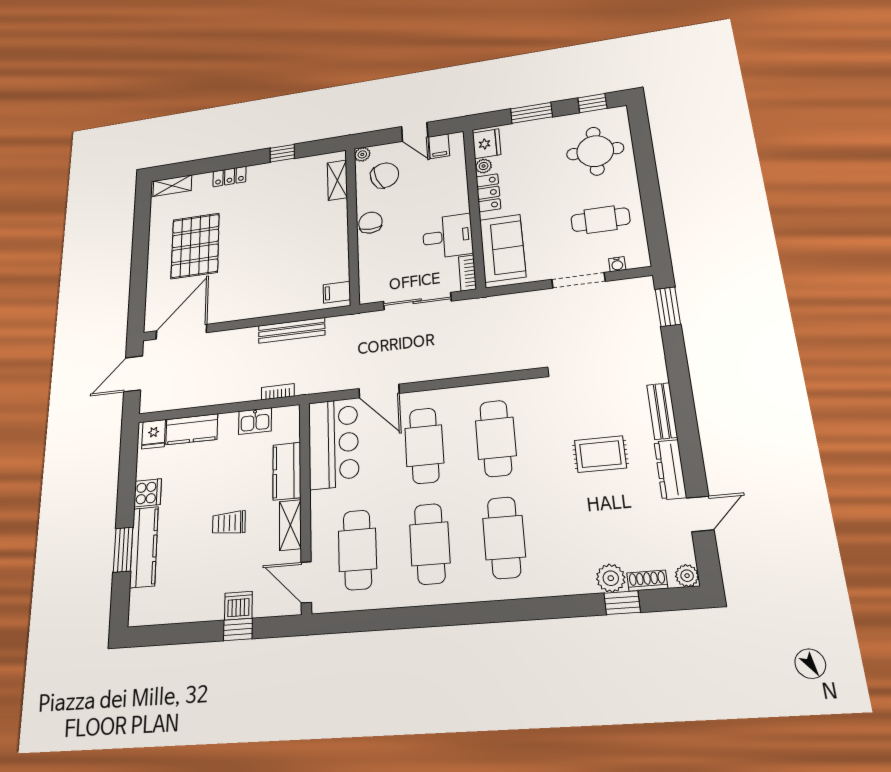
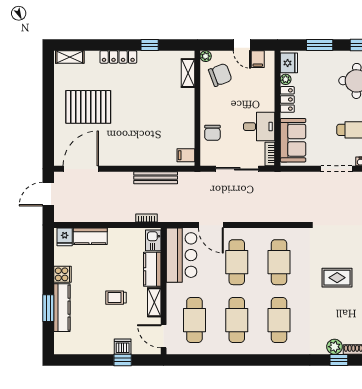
locker: (230, 177) -> (118, 57), width x1.53
chair: (370, 223) -> (212, 133), moved, turned 180
pallet: (195, 246) -> (88, 107), turned 90
kitchen sink: (255, 421) -> (153, 240), moved, turned 90

